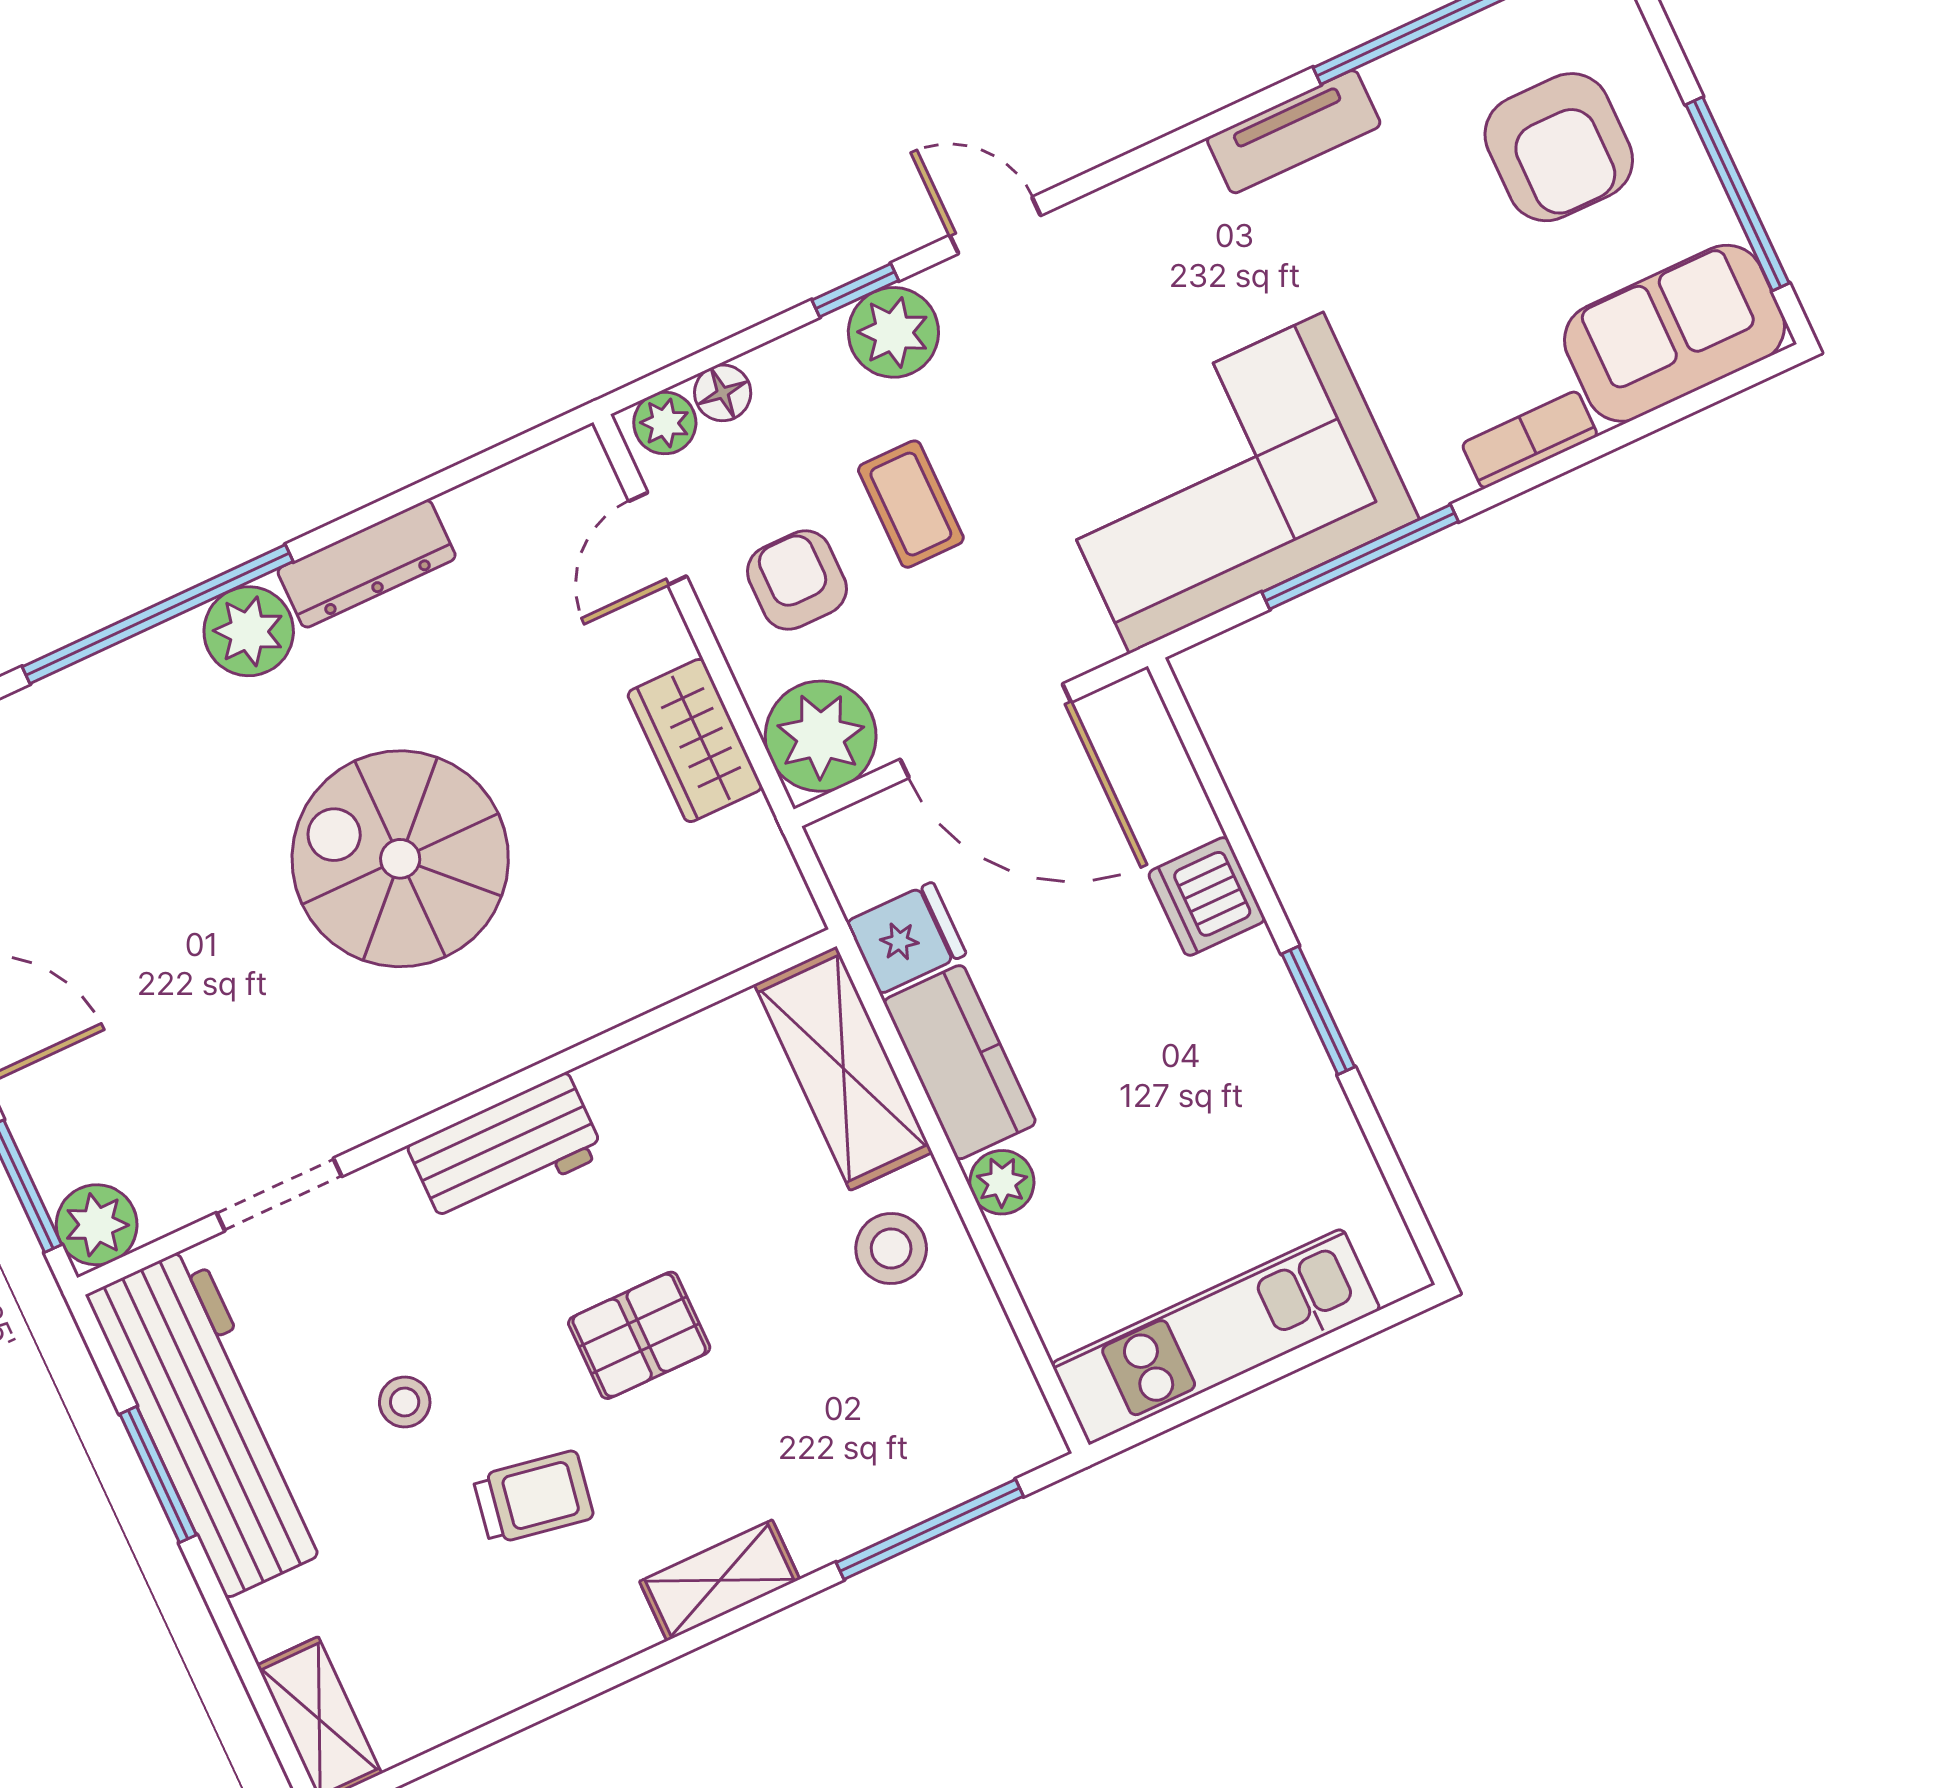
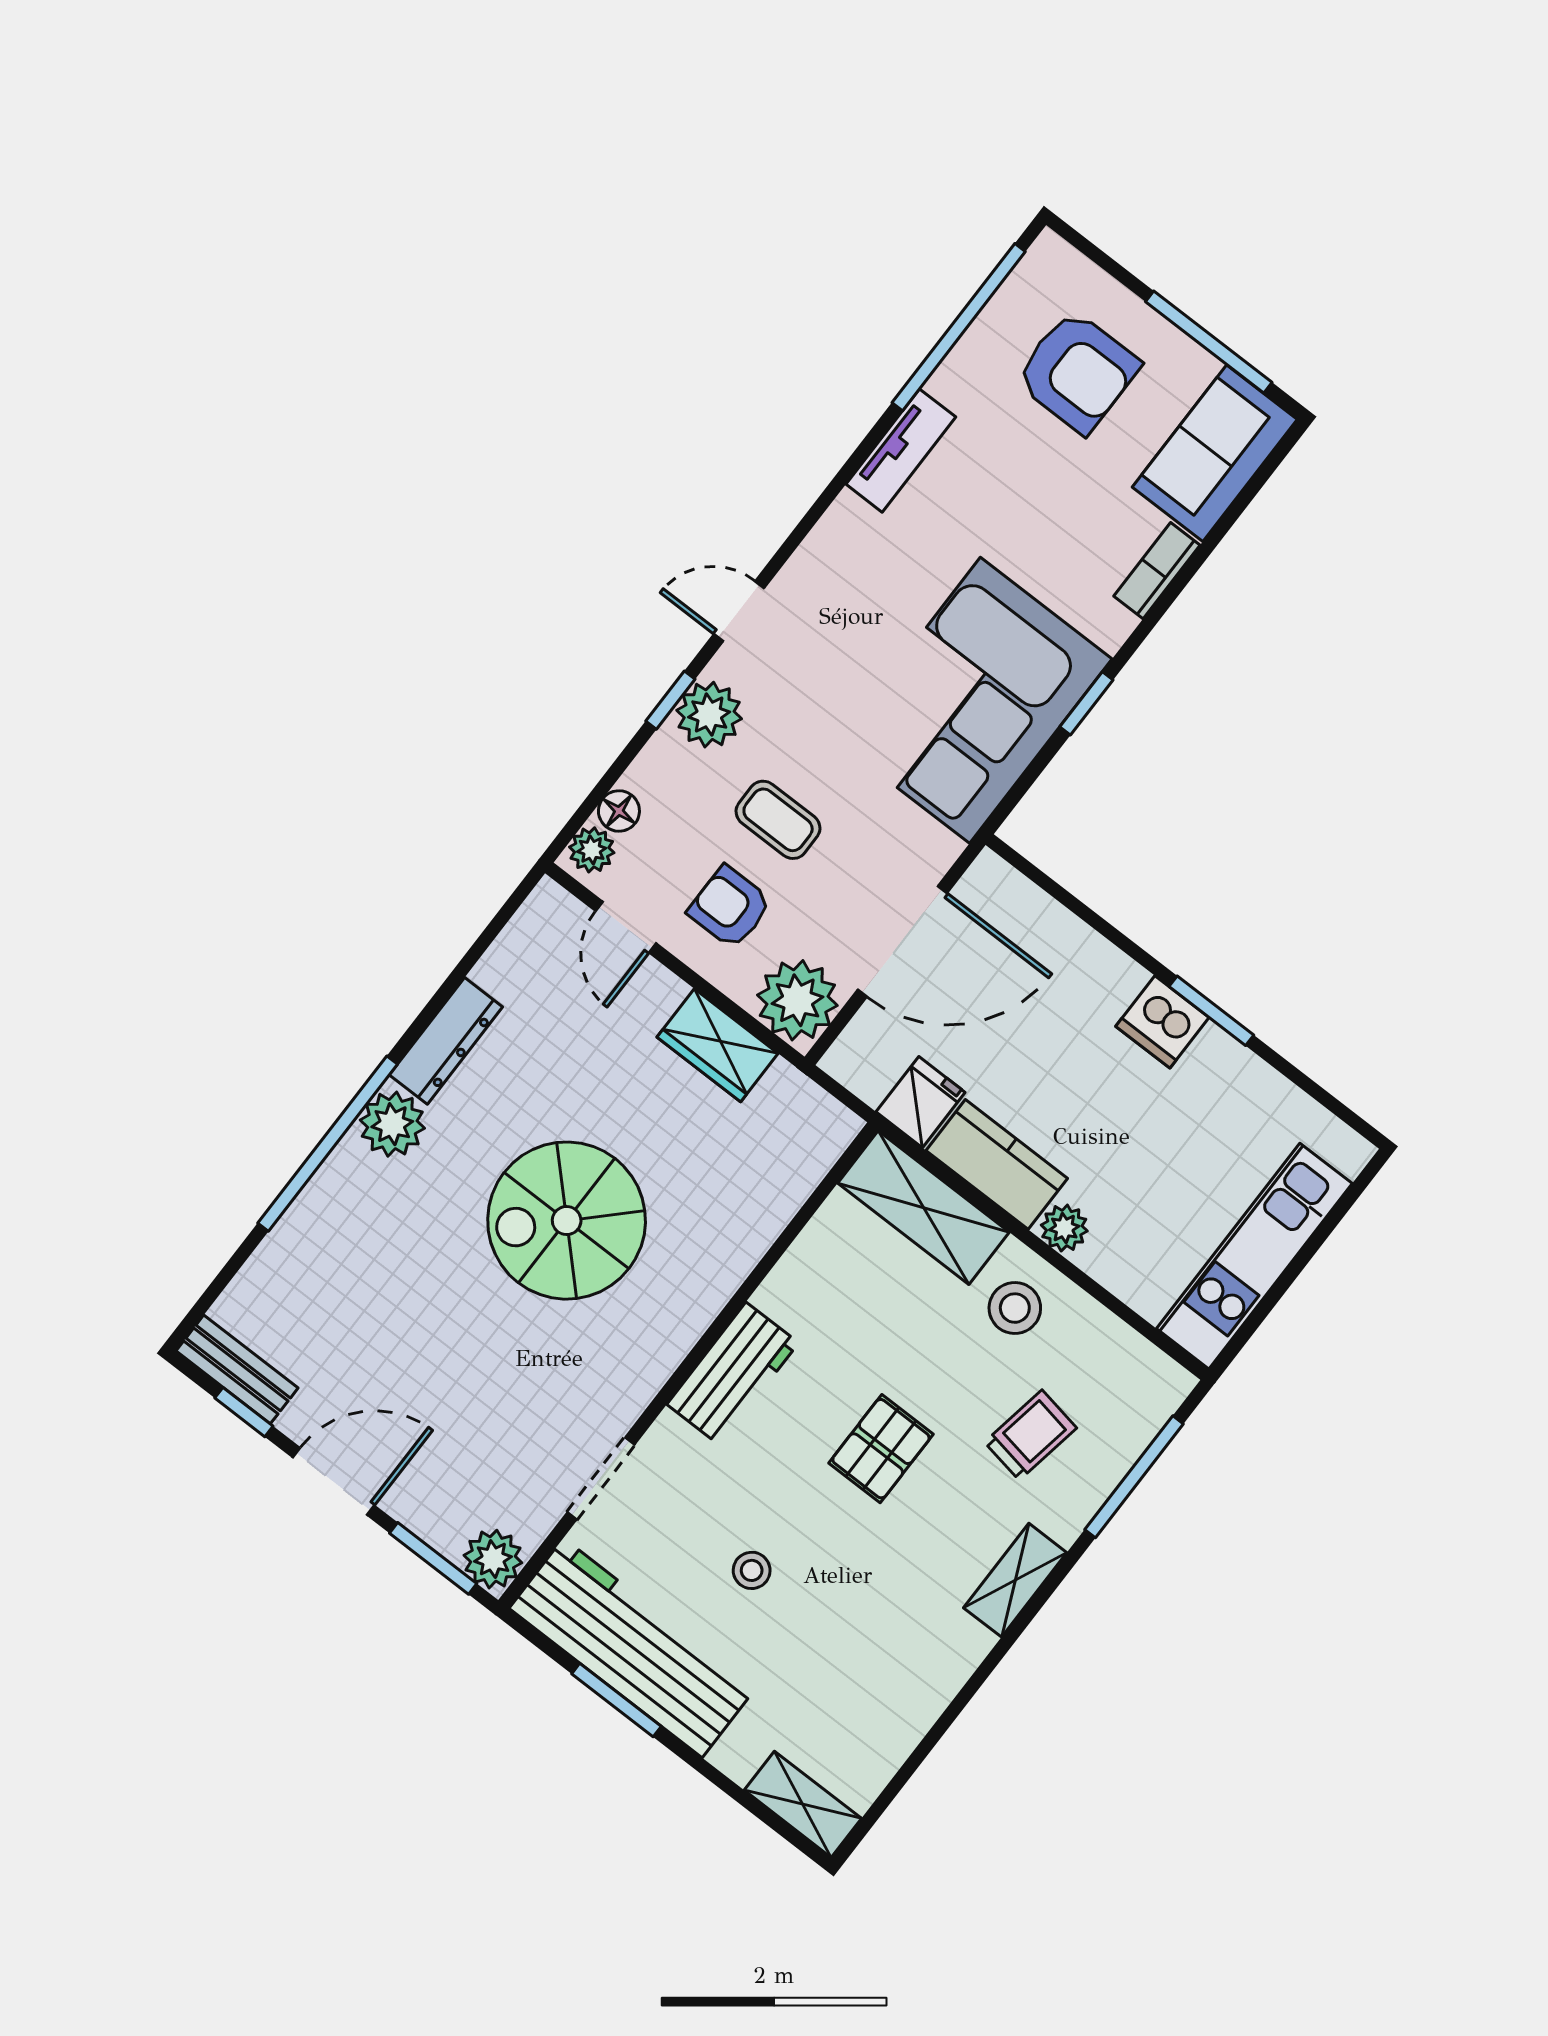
window: (1360, 557) -> (1086, 703), width x0.46
dishwasher: (1207, 896) -> (1162, 1022), moved
trolley: (533, 1497) -> (1031, 1435), moved

